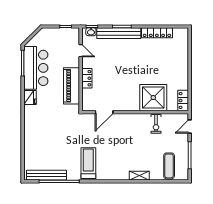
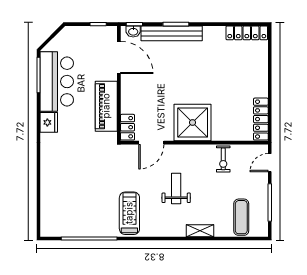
locker: (157, 33) -> (247, 33), moved
door: (81, 51) -> (119, 57), width x1.87
locker: (87, 78) -> (127, 127), moved
shower: (153, 98) -> (193, 123), moved
locker: (183, 101) -> (261, 119), width x1.53
weight bench: (122, 145) -> (176, 189), added
bench: (47, 175) -> (72, 230), removed

